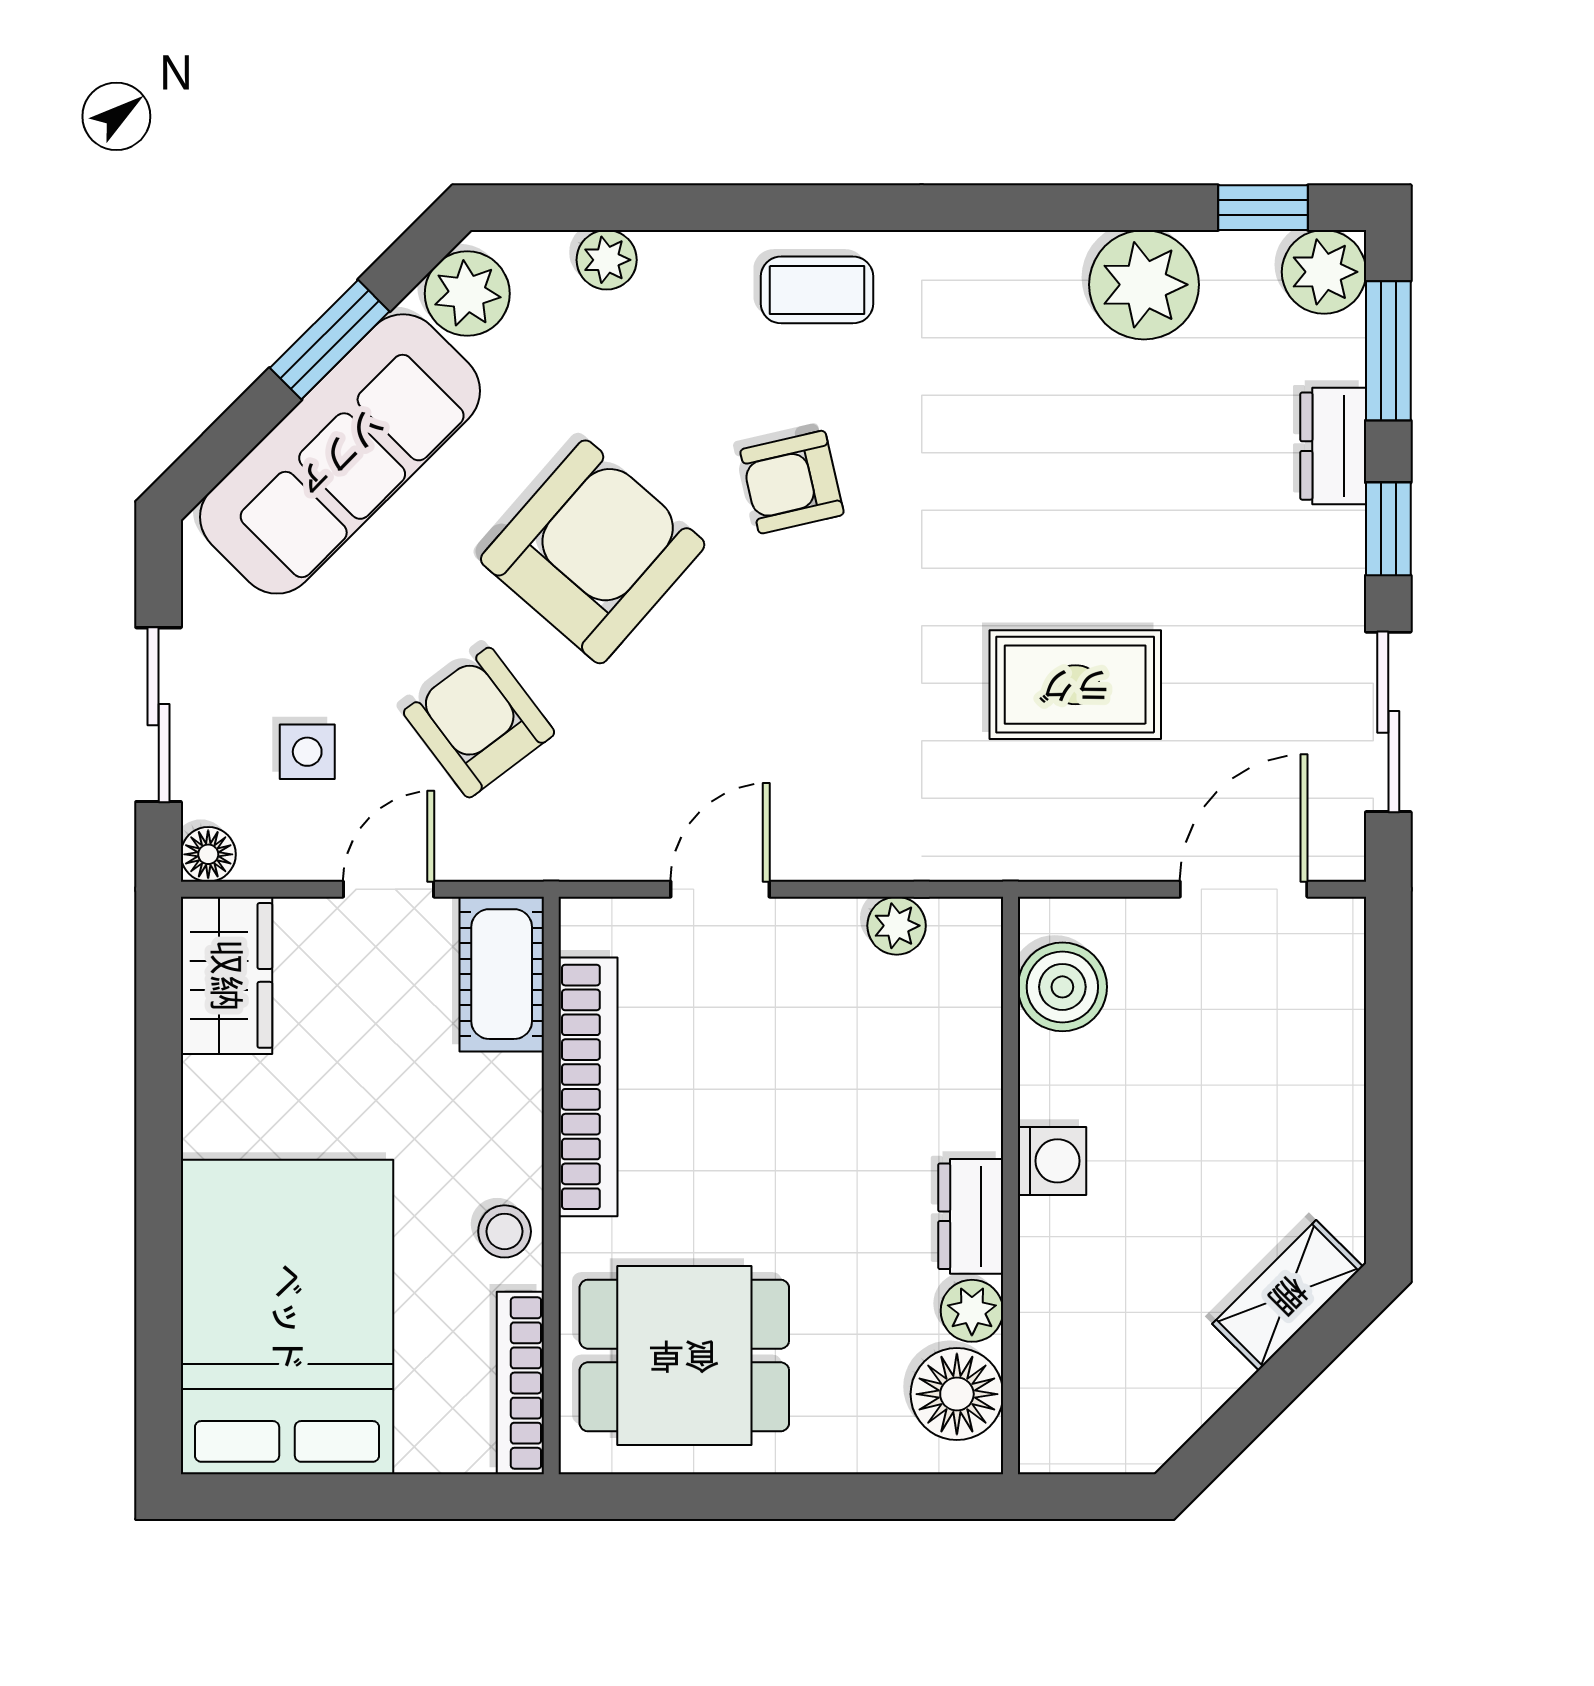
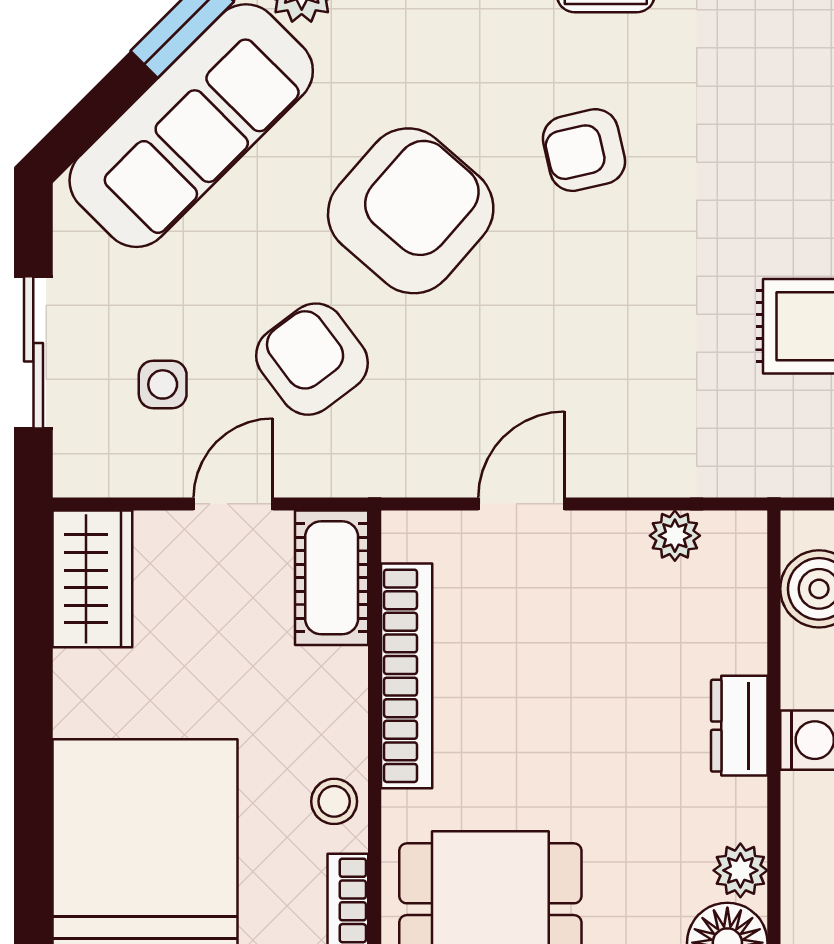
floor lamp: (208, 854) -> (77, 474), removed
dresser: (971, 1216) -> (739, 726), moved

